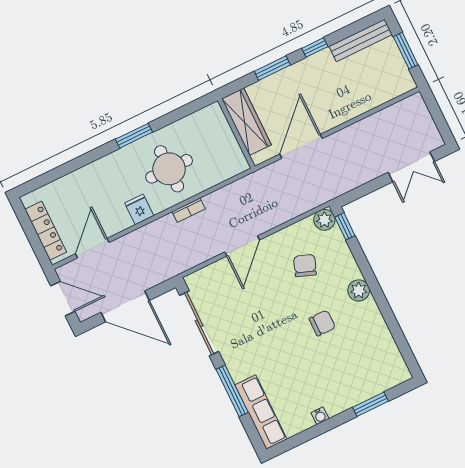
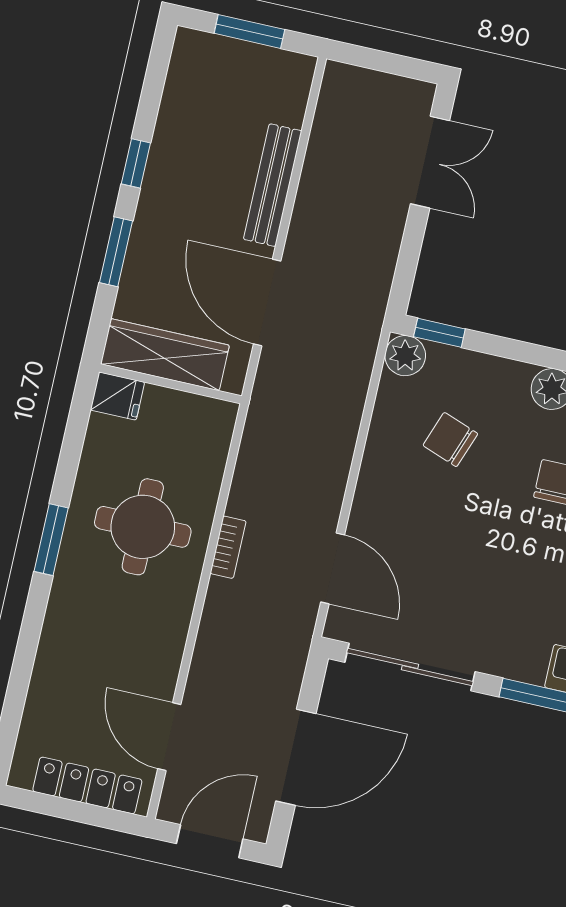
bench: (361, 40) -> (273, 185), moved
fridge: (139, 209) -> (117, 396), moved, turned 180
door: (242, 246) -> (333, 568), moved

